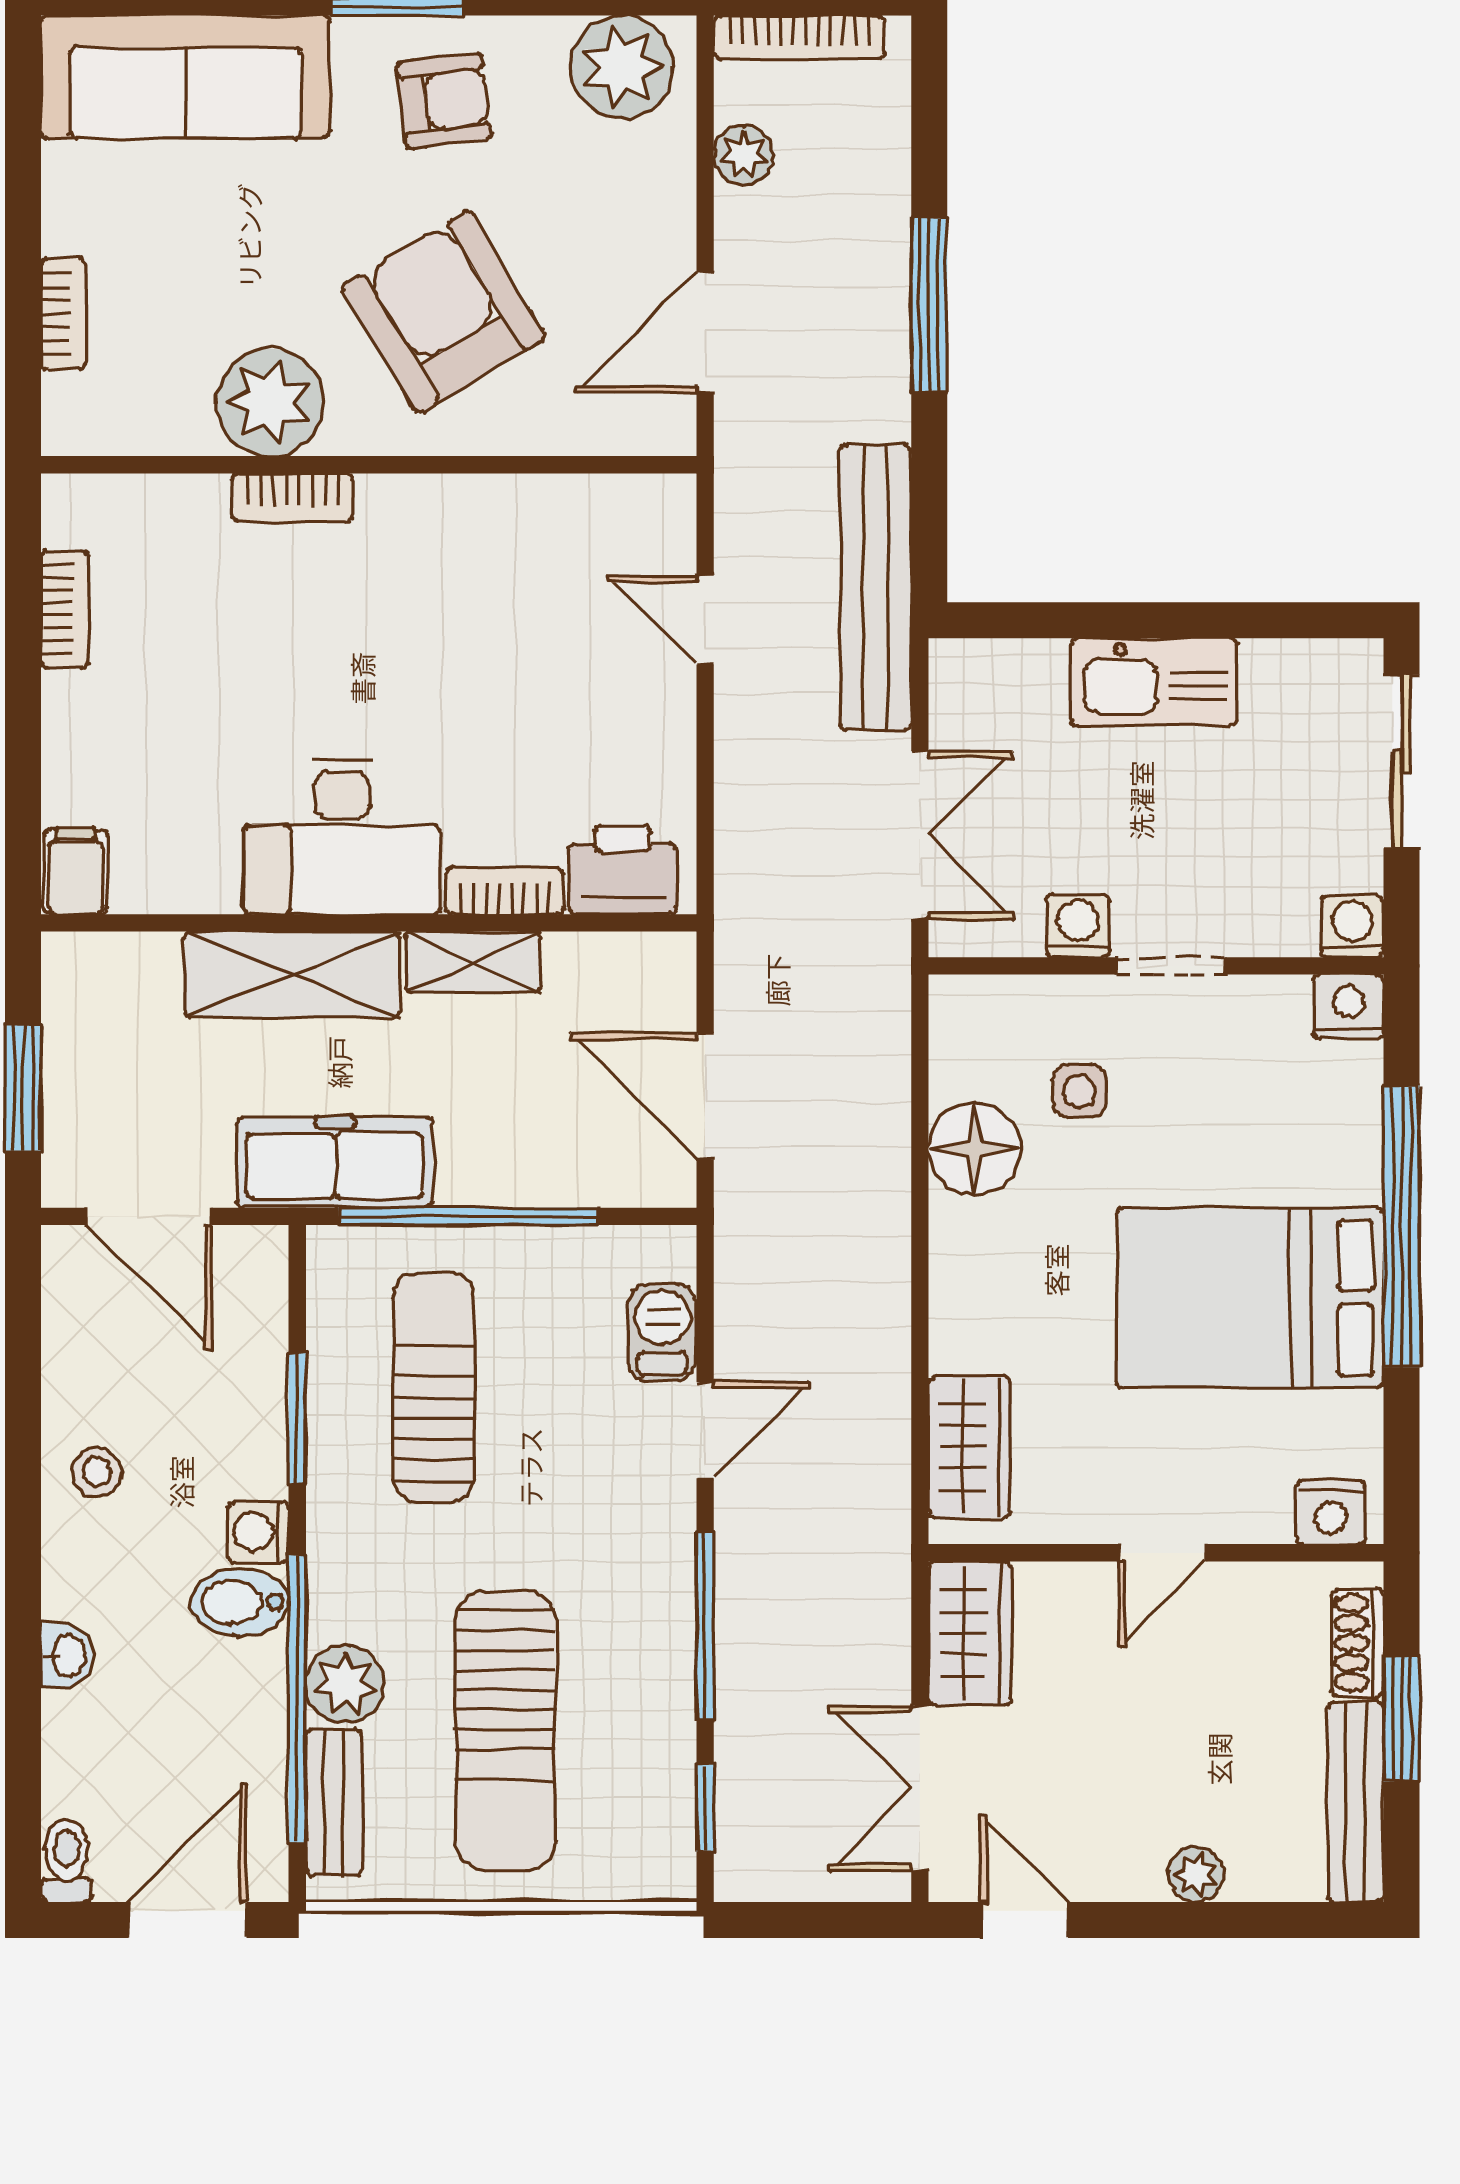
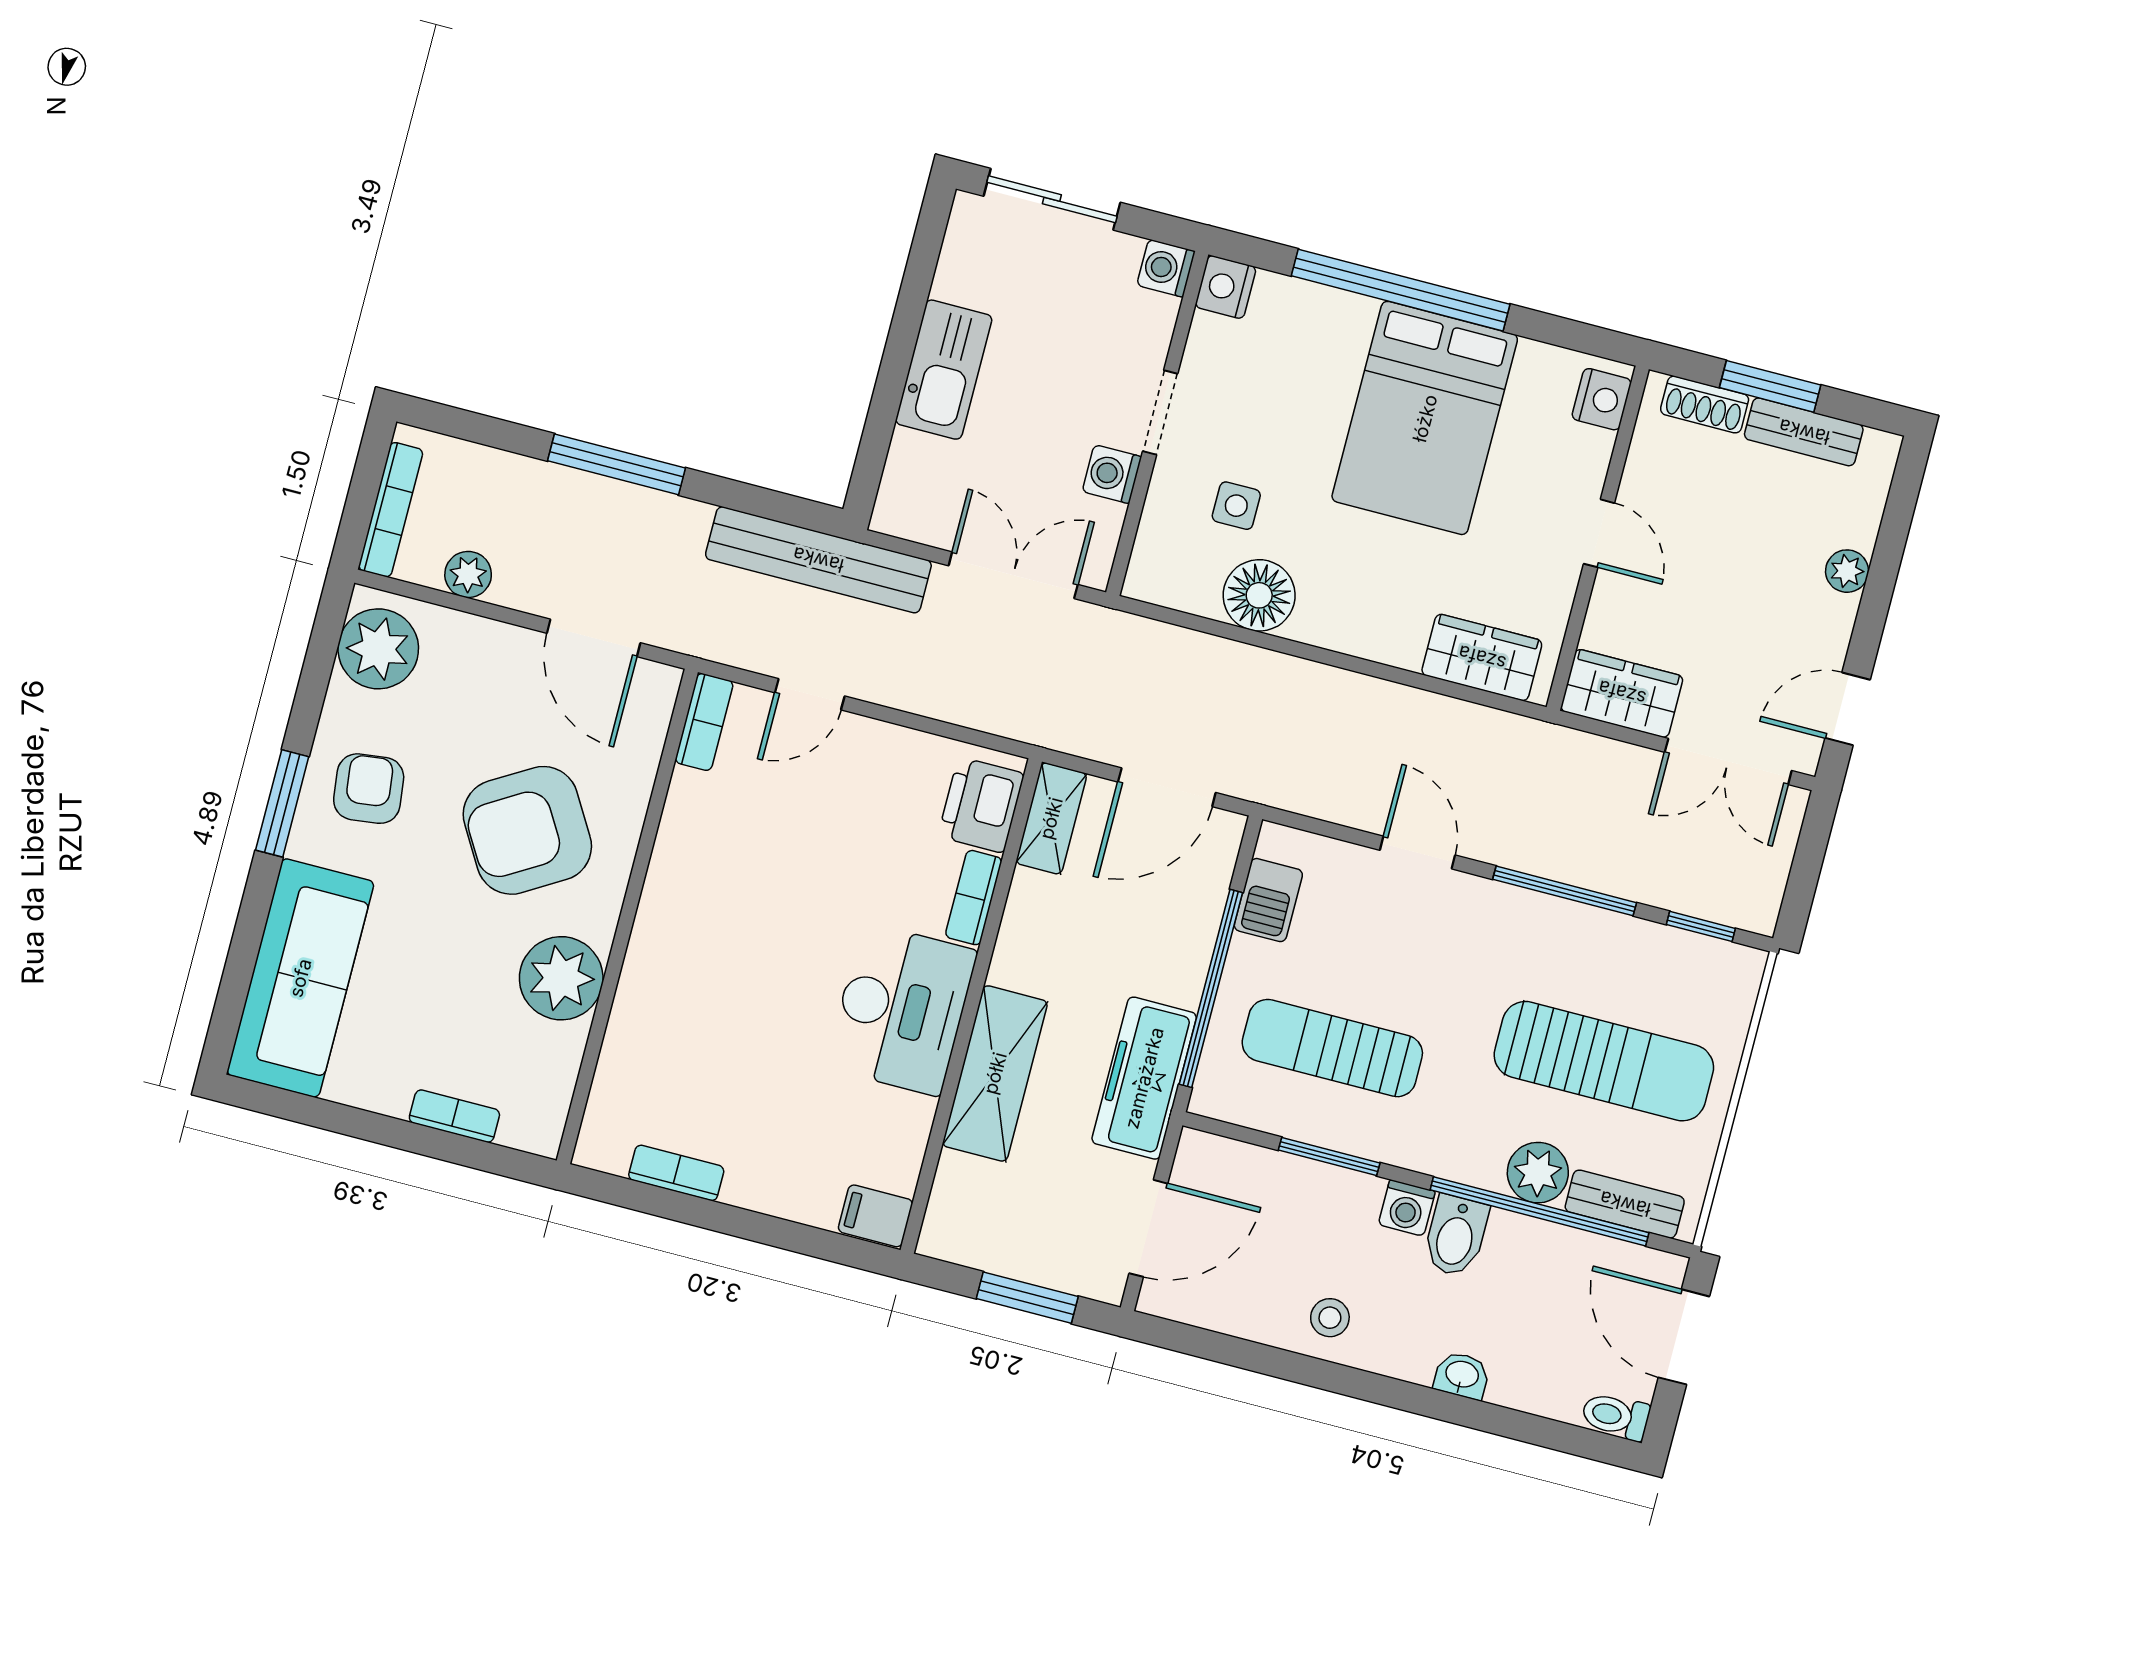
bookcase: (293, 498) -> (704, 722), moved
shelving: (473, 962) -> (1051, 818), moved
barbecue: (662, 1332) -> (1268, 900), moved, turned -90
bench: (1356, 1802) -> (1804, 432), width x0.73

